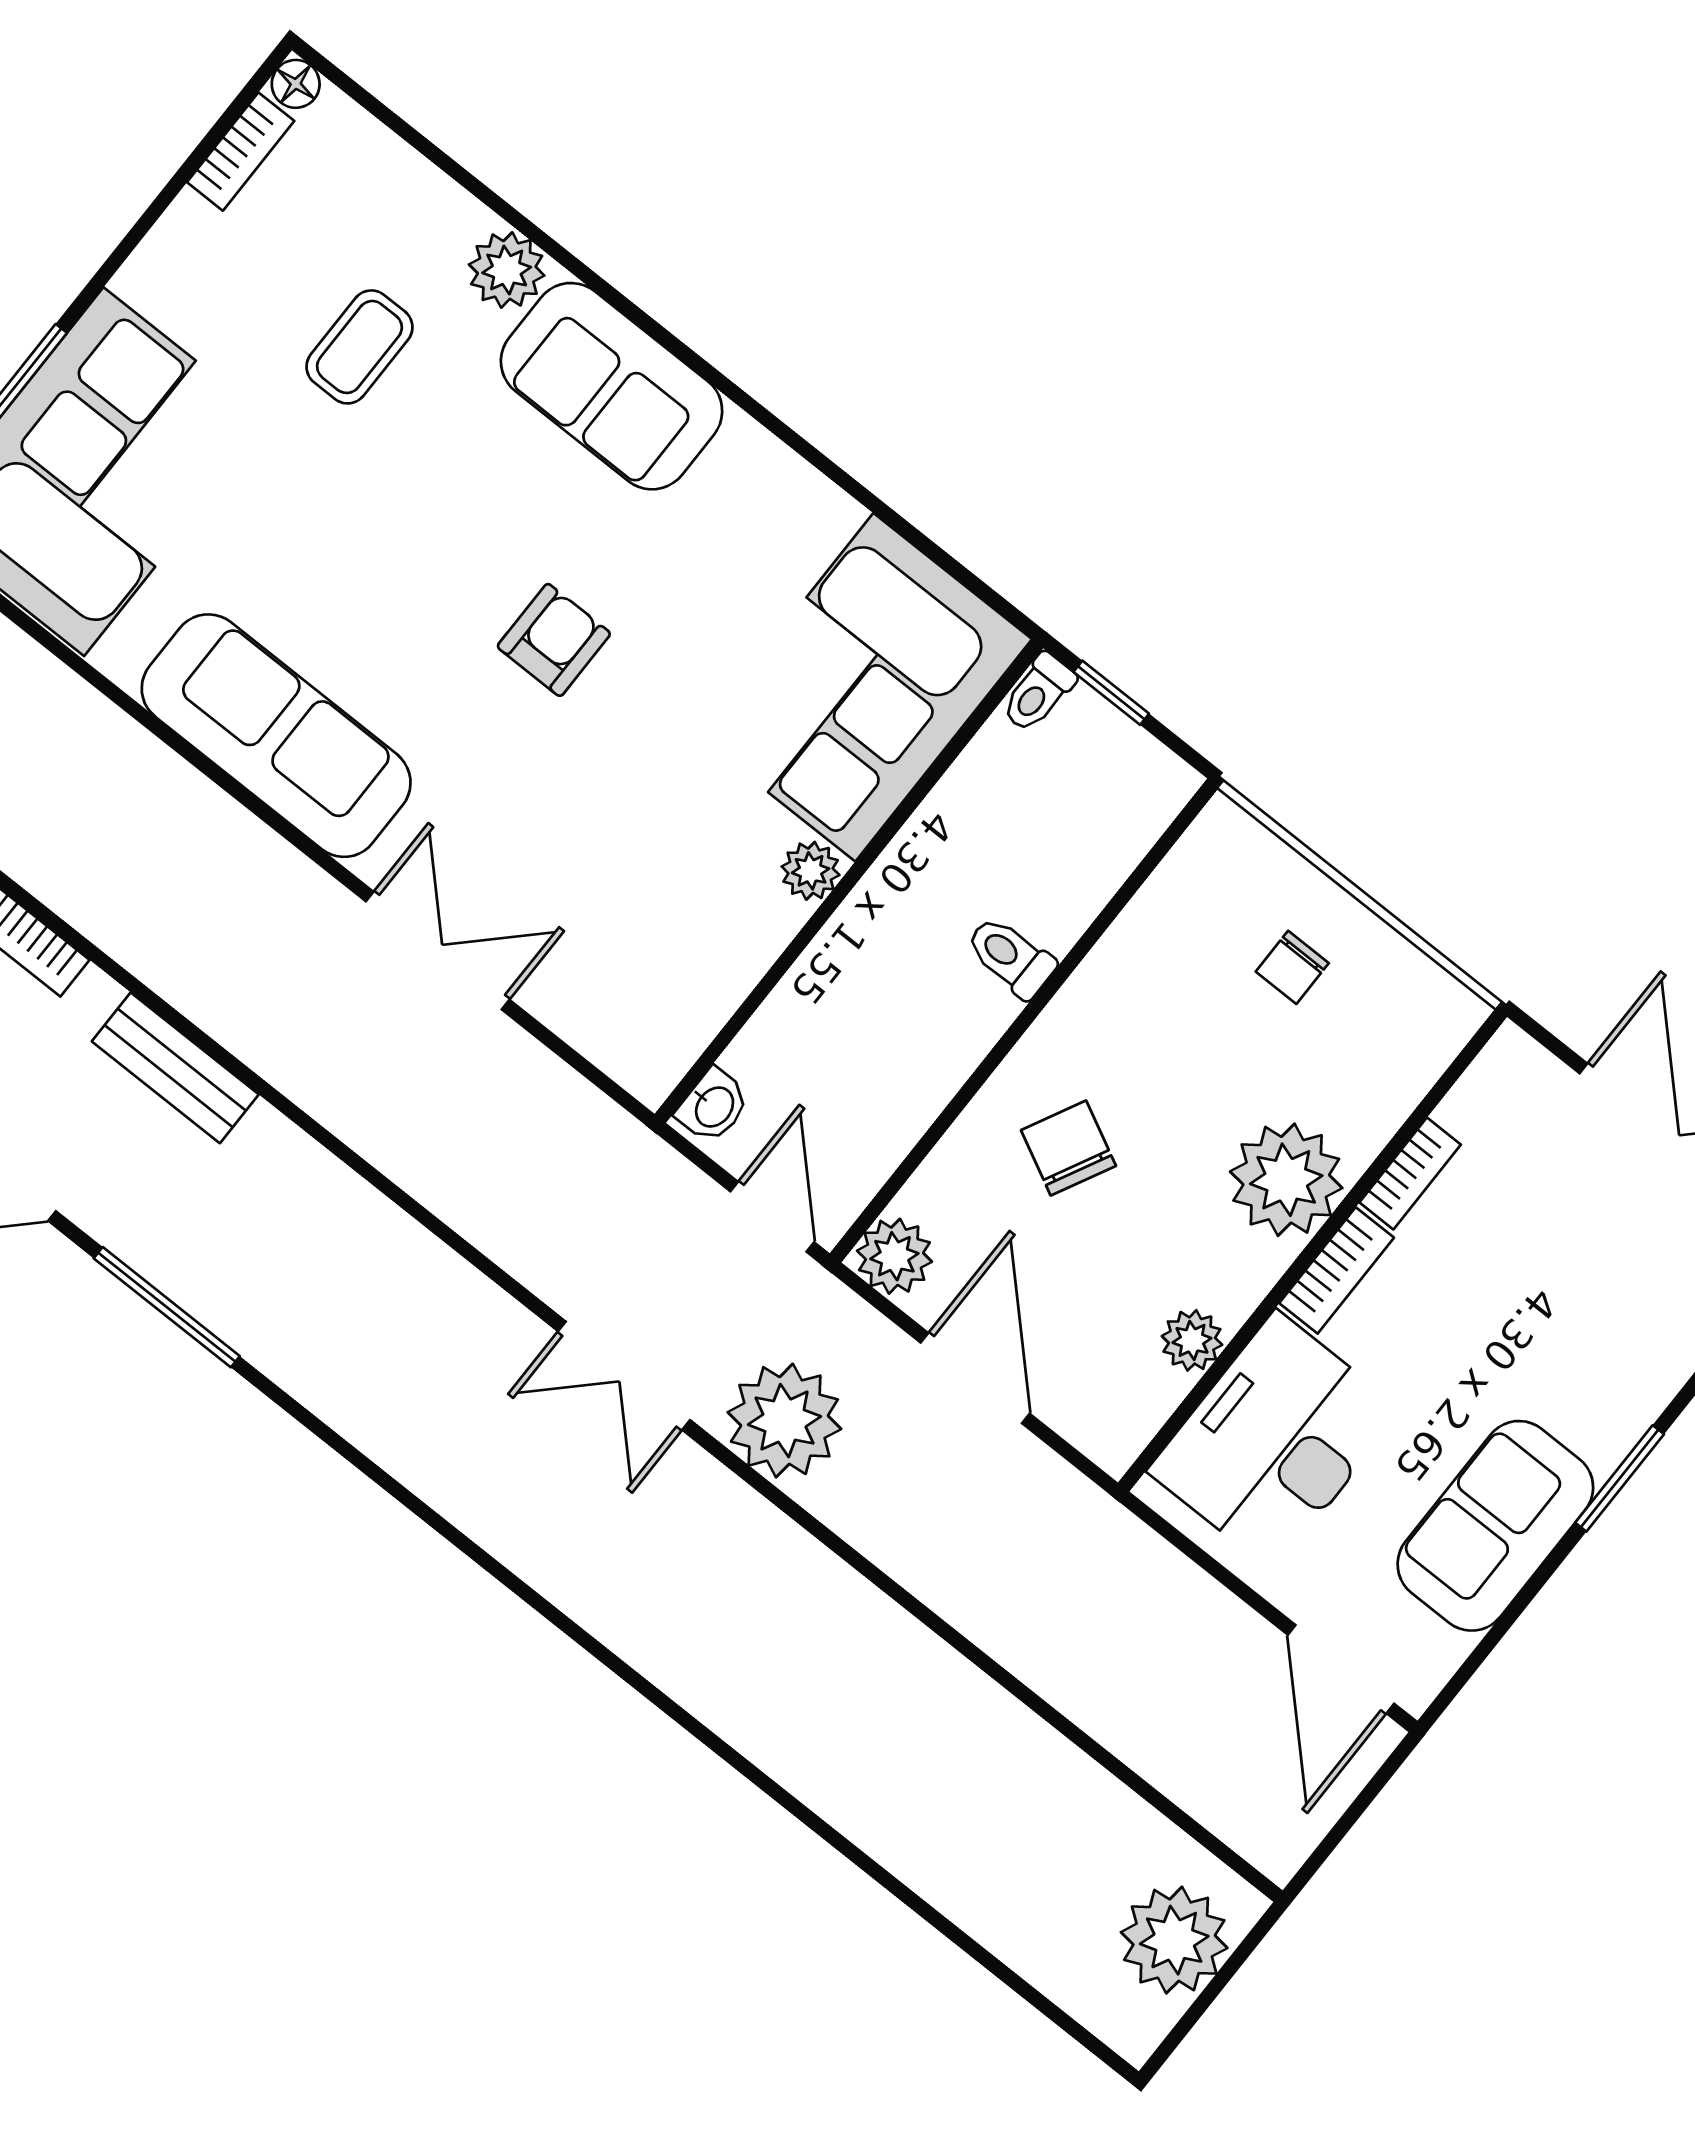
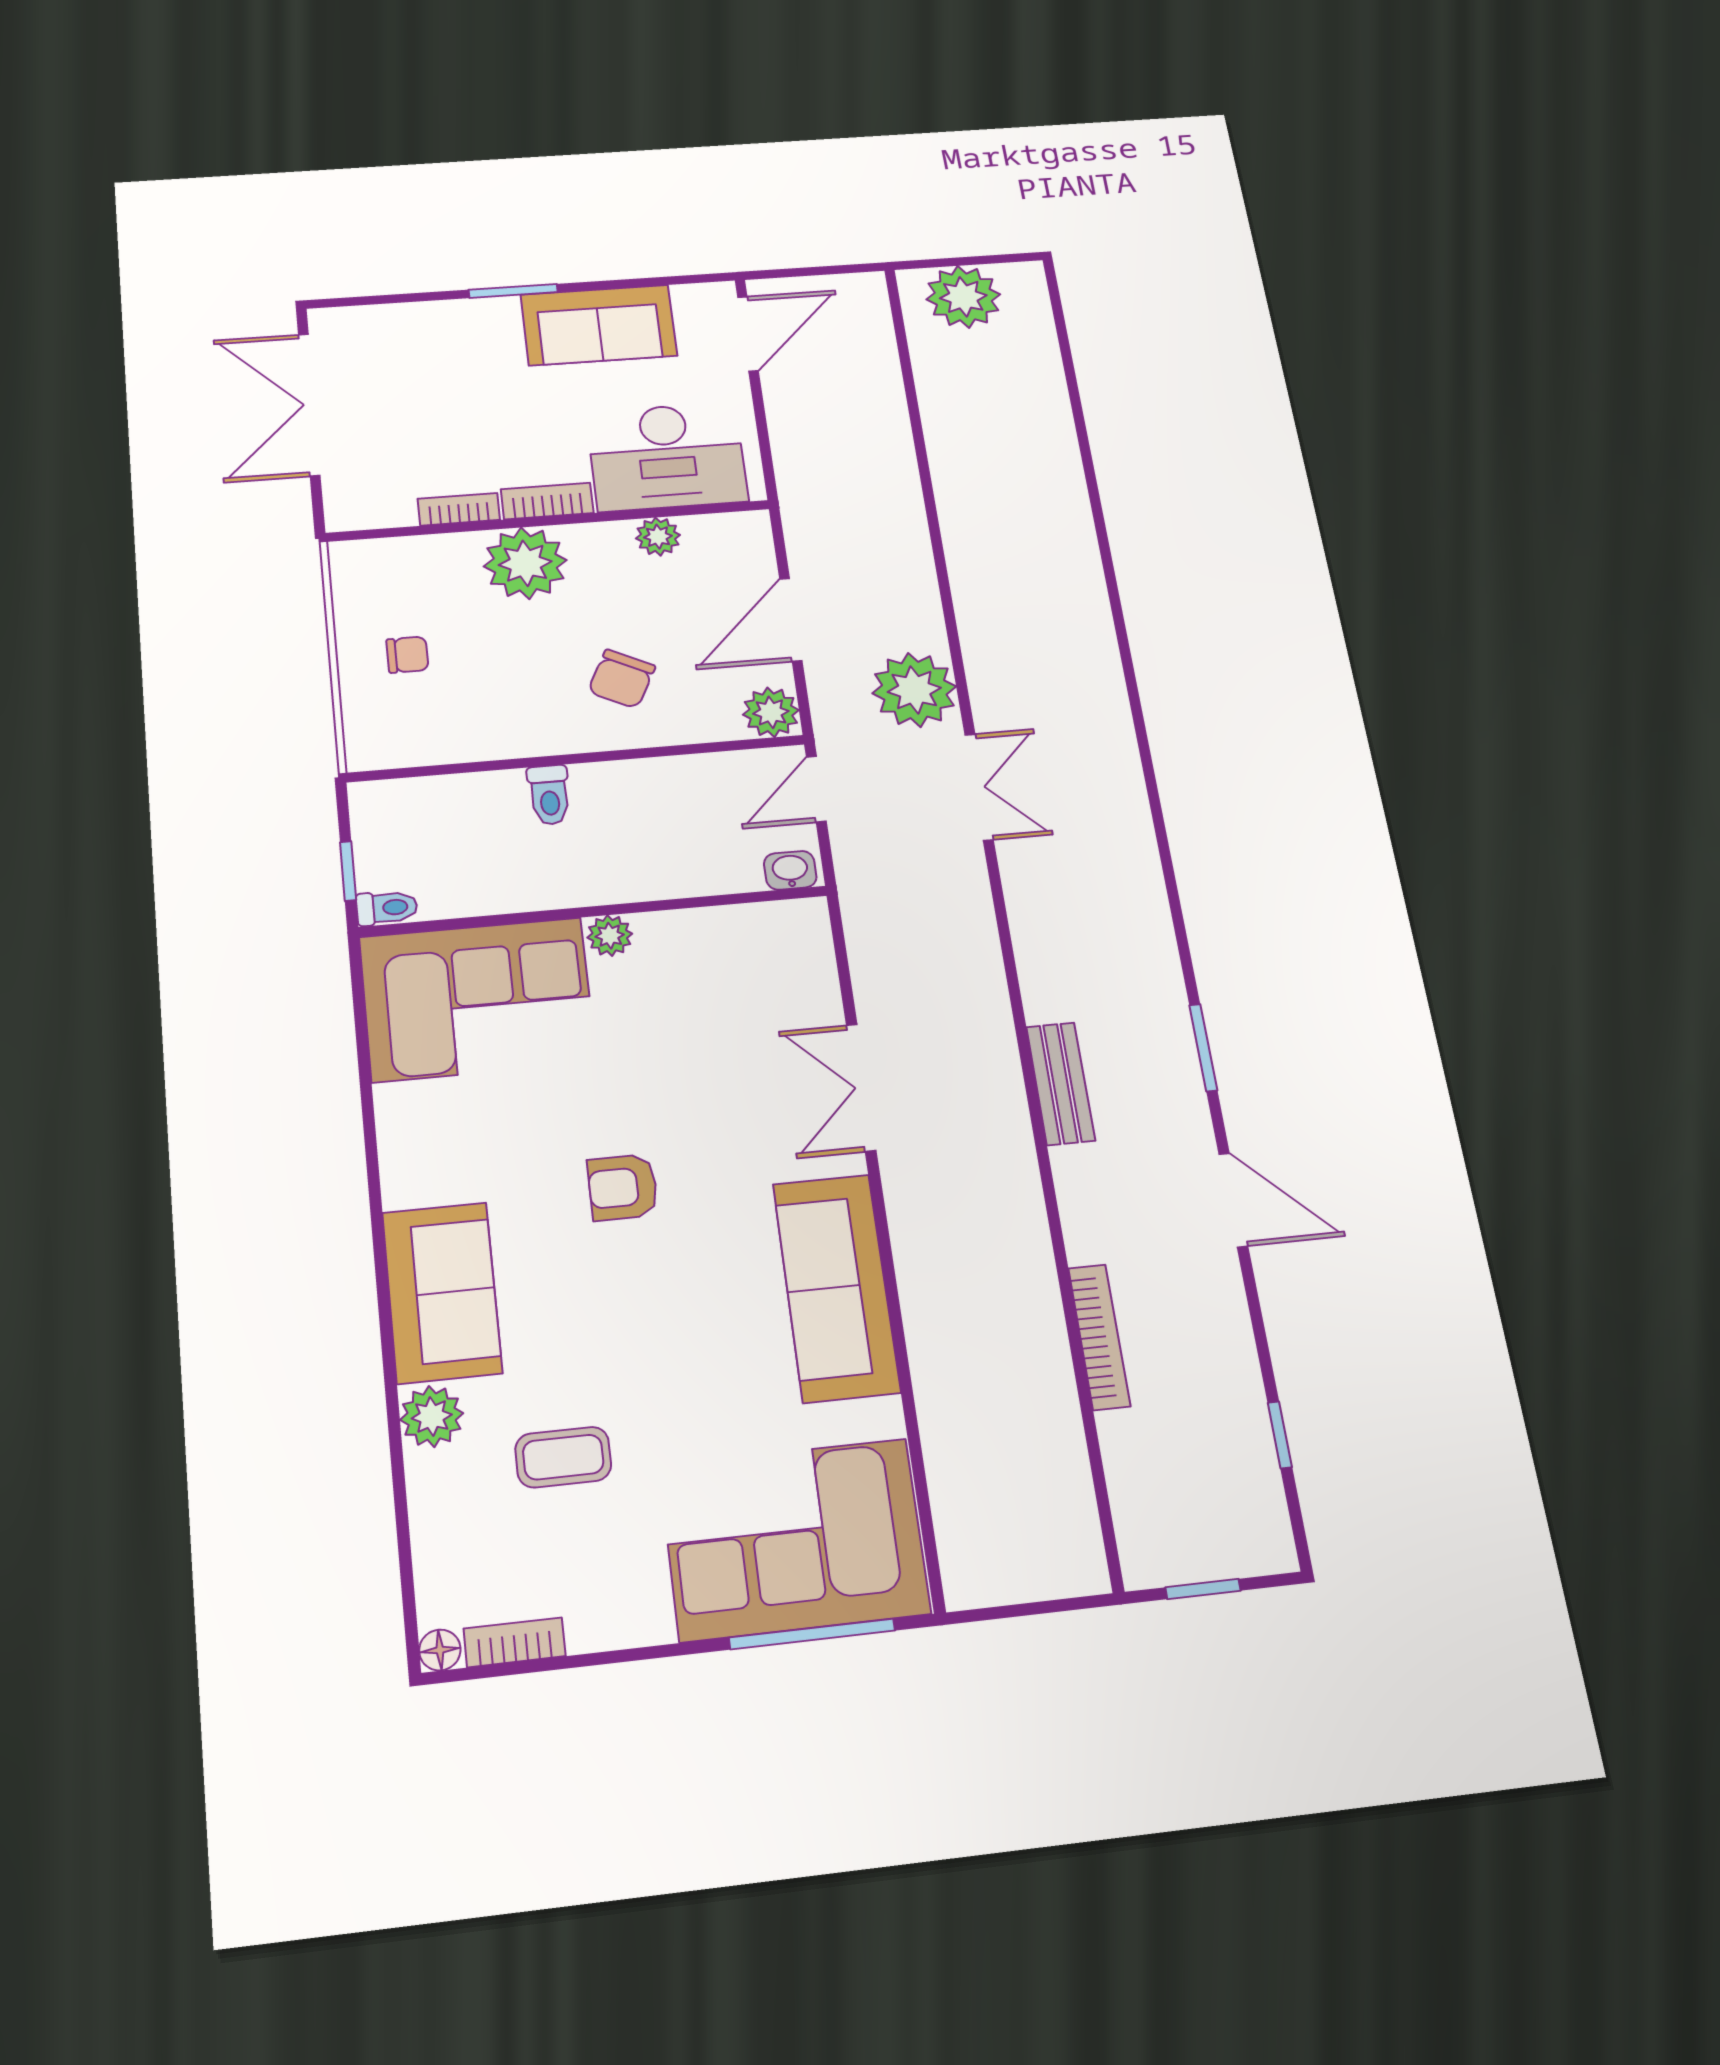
bench: (175, 1068) -> (1061, 1084), moved
window: (167, 1307) -> (1203, 1048), width x0.69

